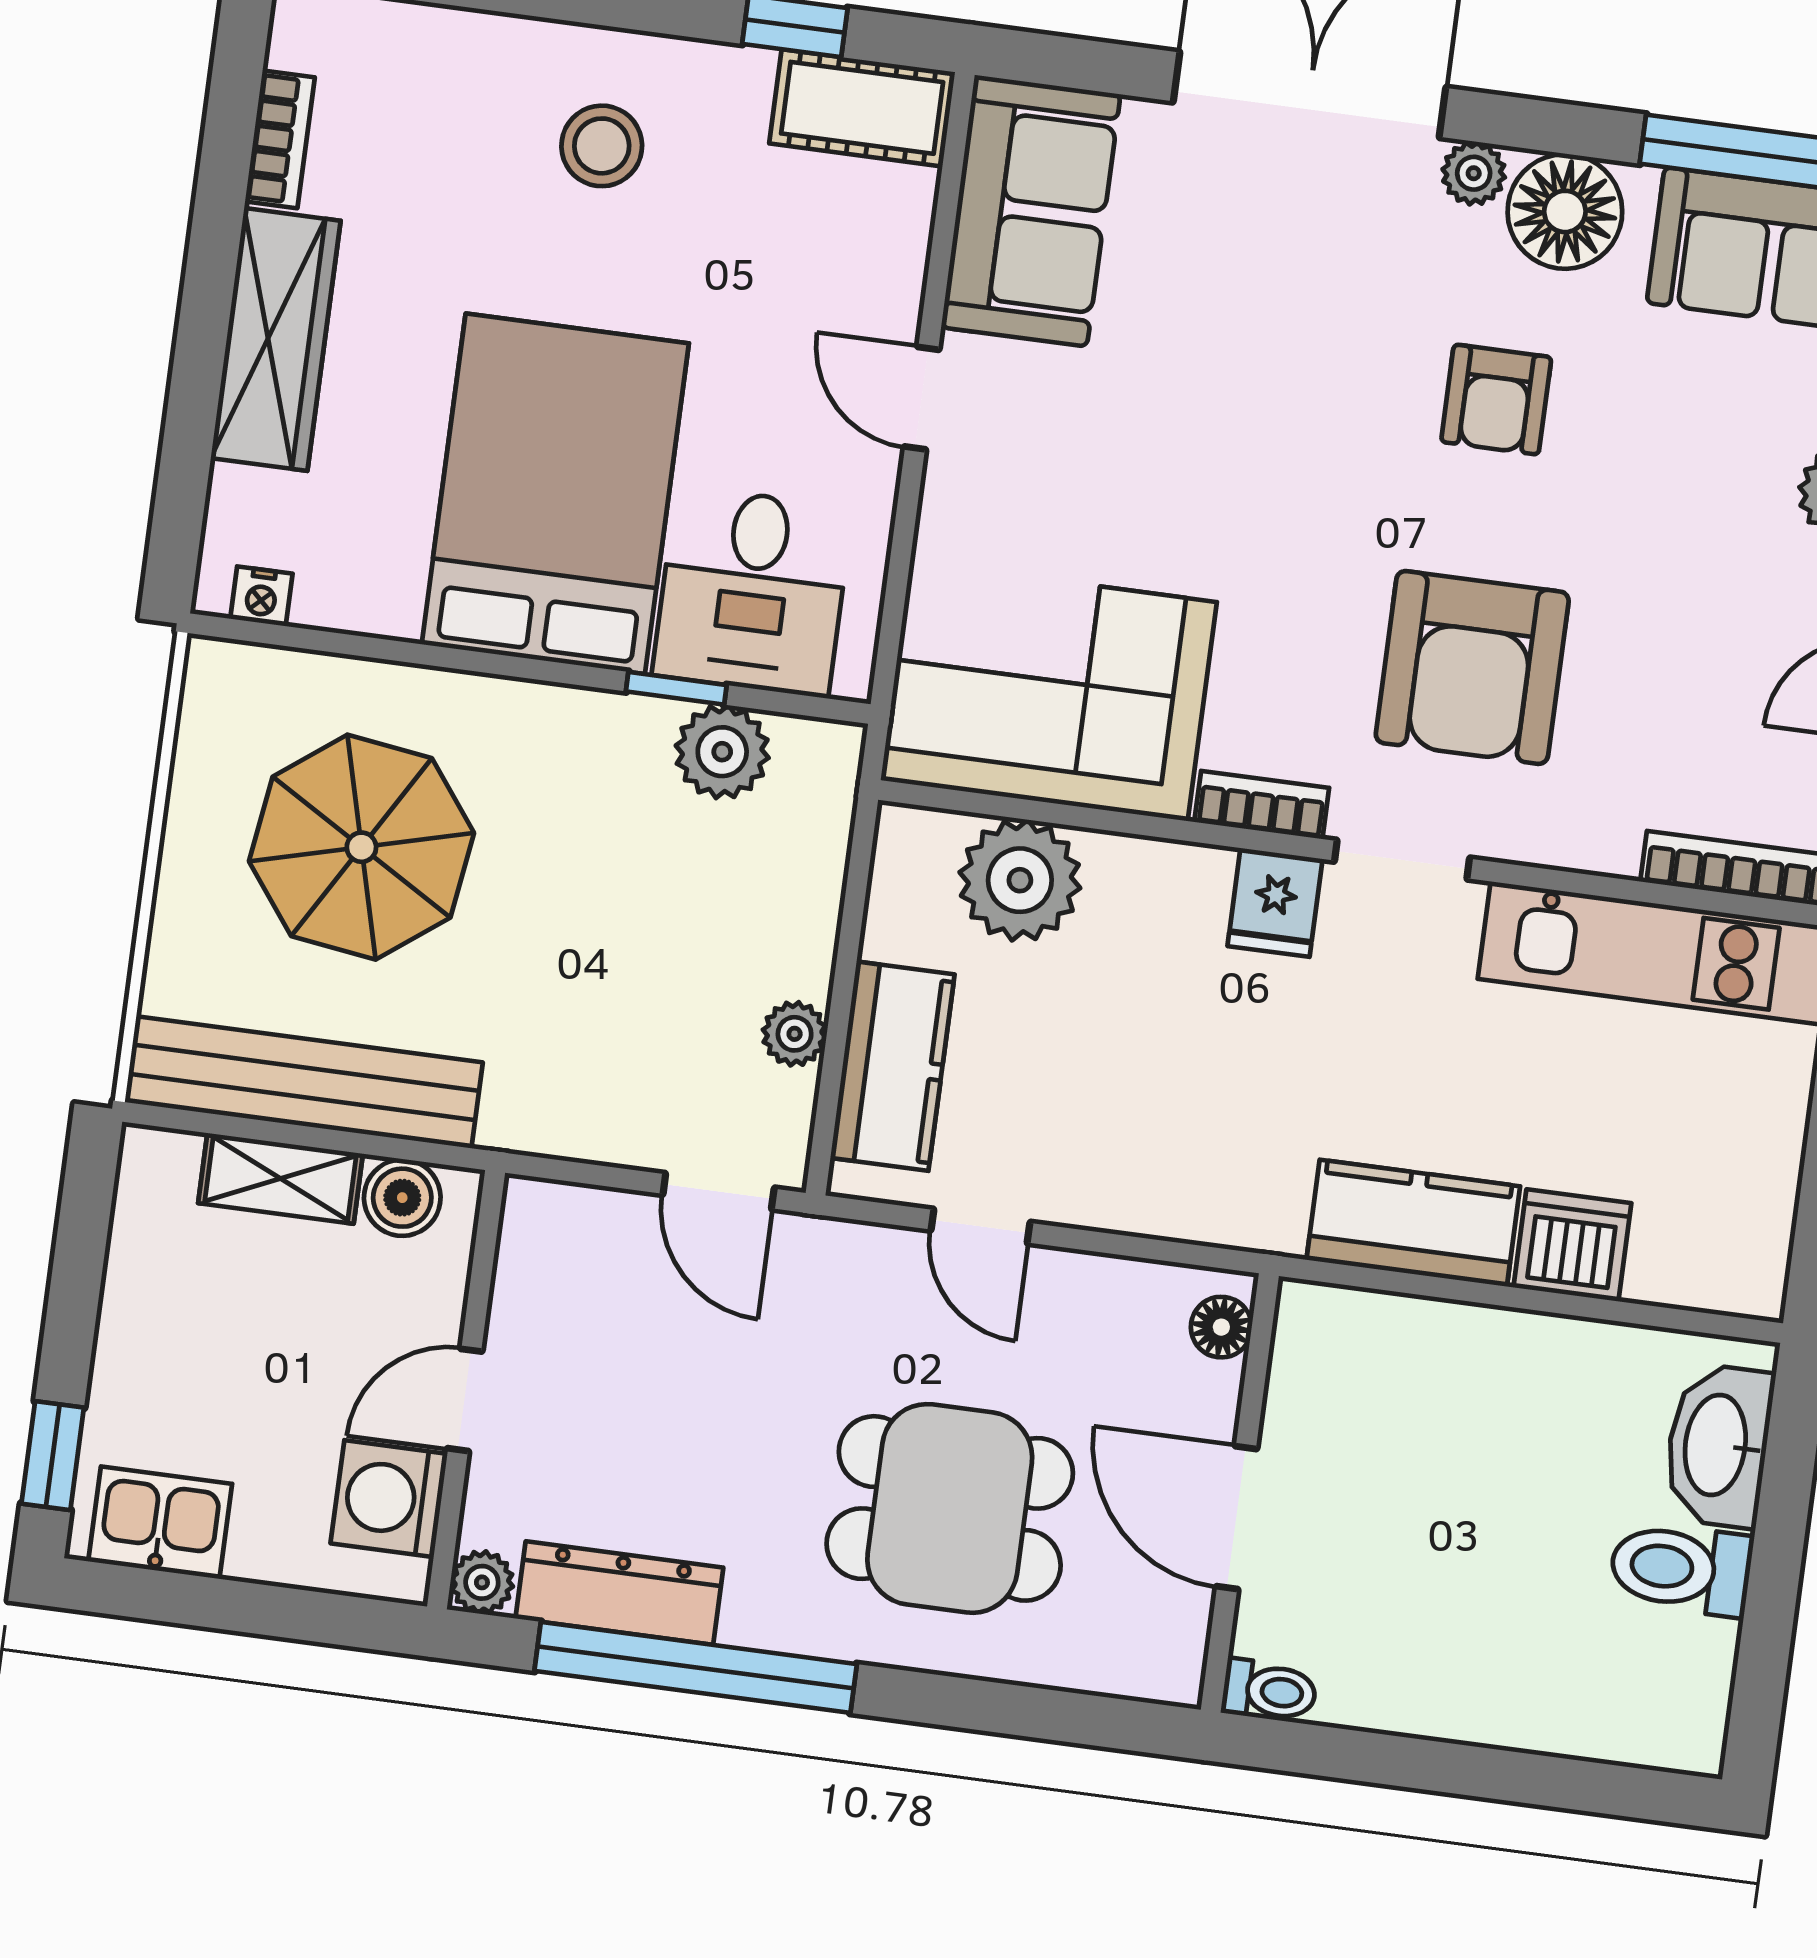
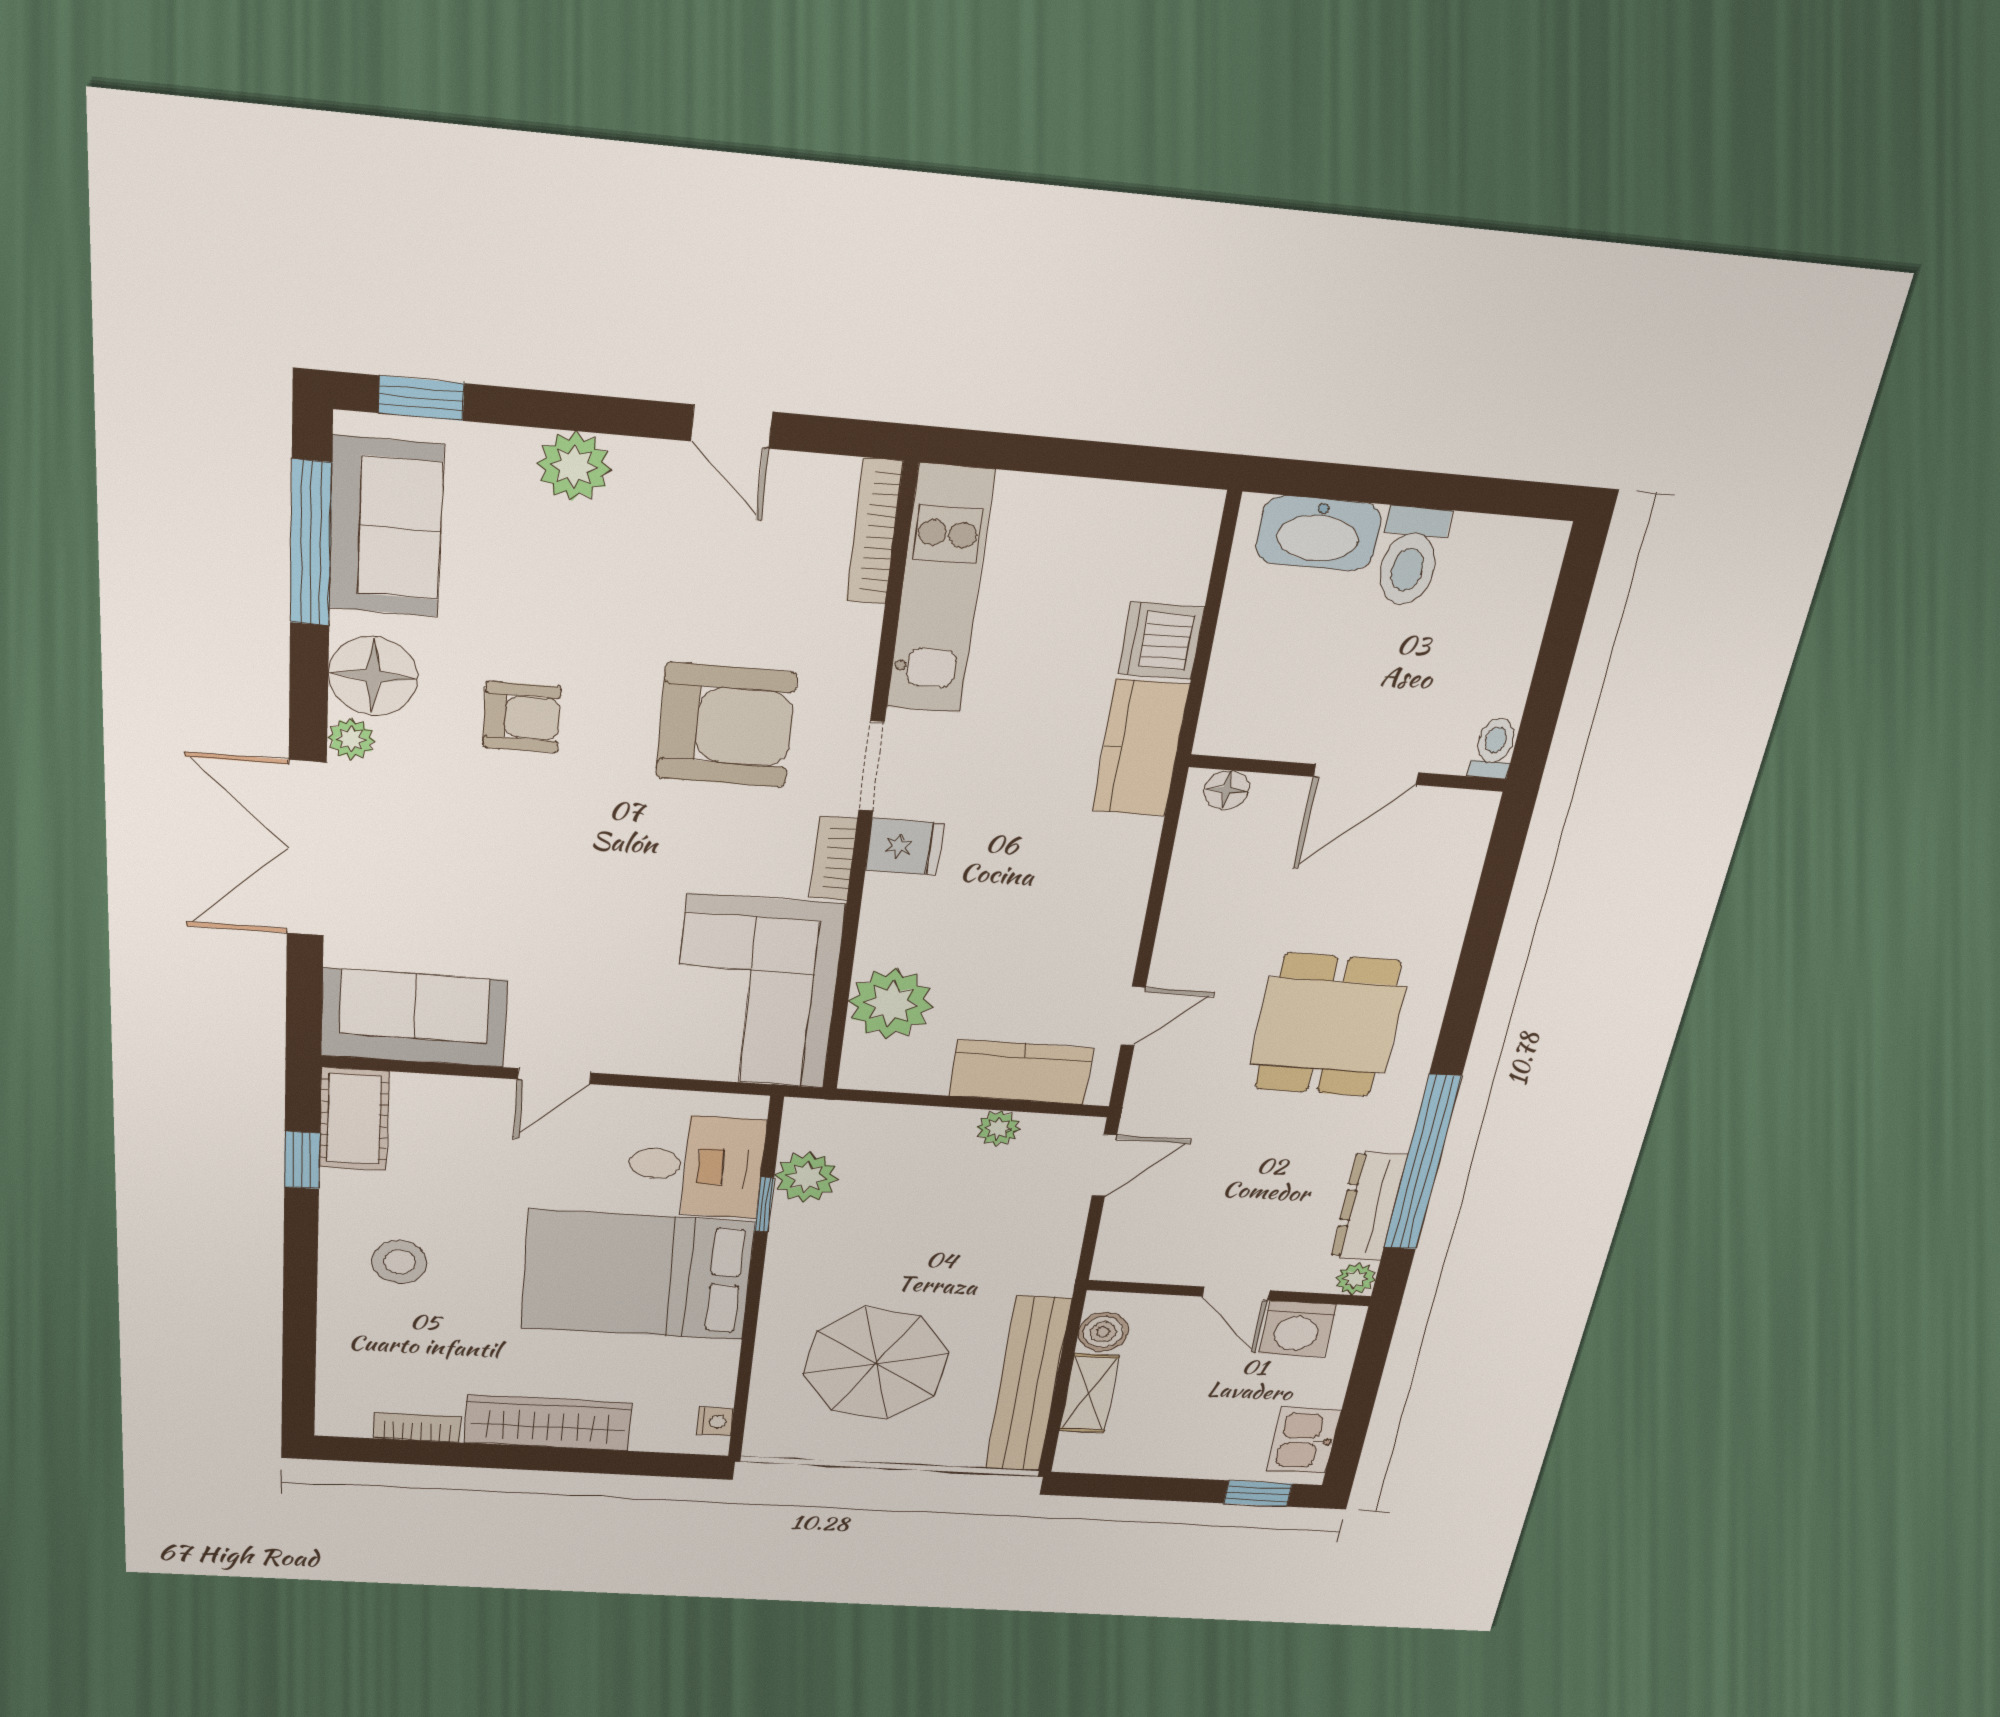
floor lamp: (1221, 1327) -> (1227, 790), moved
wall: (1240, 1493) -> (1348, 773), moved
door: (1236, 1518) -> (1366, 775), moved
toilet: (1269, 1691) -> (1494, 748), moved

